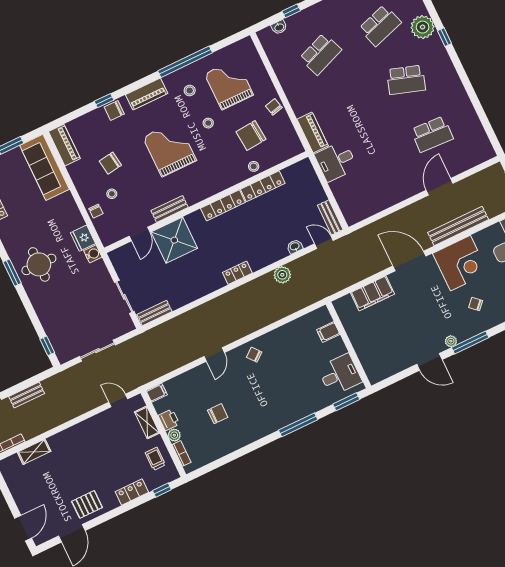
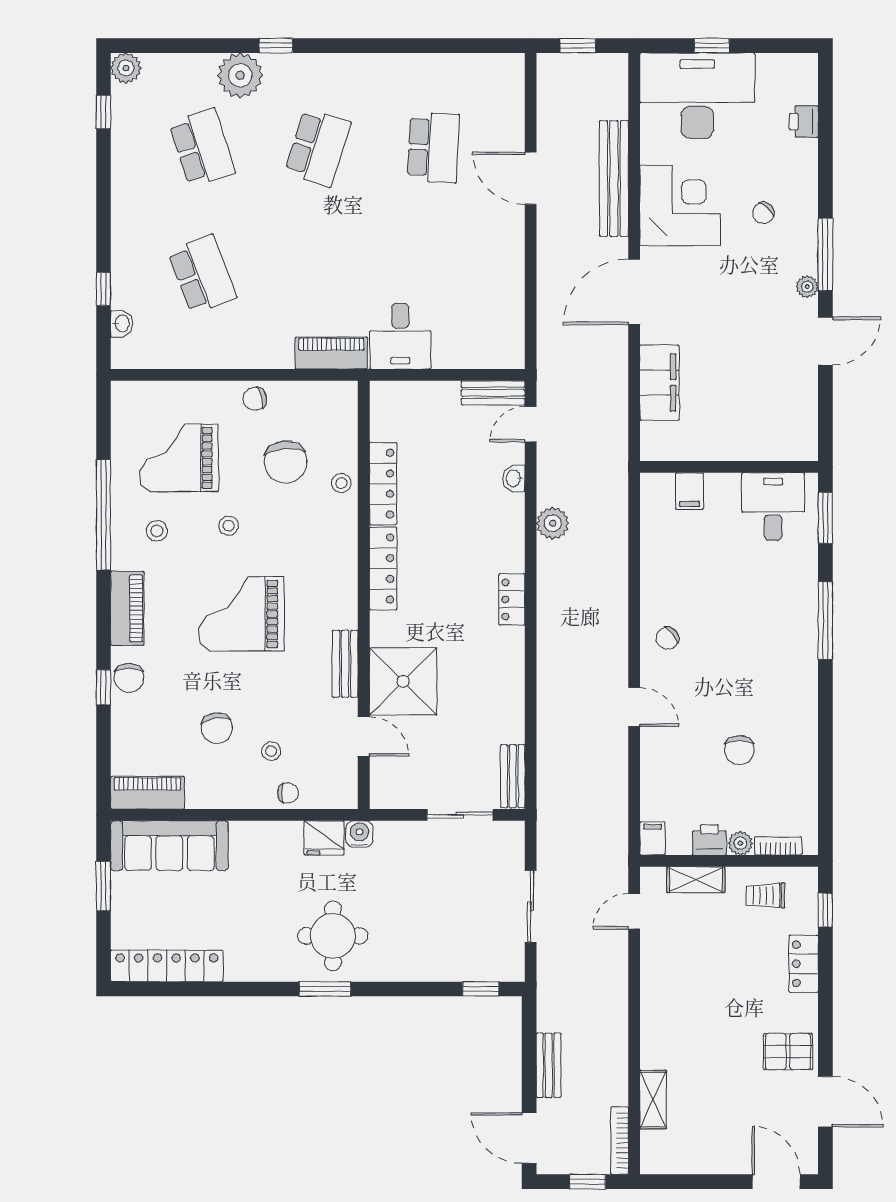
chair: (218, 414) -> (739, 750), turned 180
pallet: (87, 504) -> (788, 1052), turned 90

